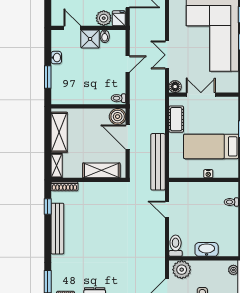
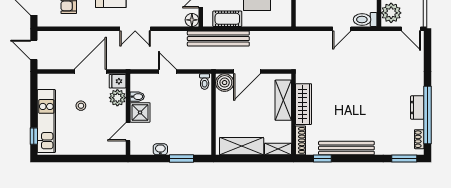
double door: (167, 55) -> (135, 29), moved
bench: (158, 162) -> (218, 39), moved
wardrobe: (98, 189) -> (303, 104), added
door: (167, 209) -> (342, 29), moved

